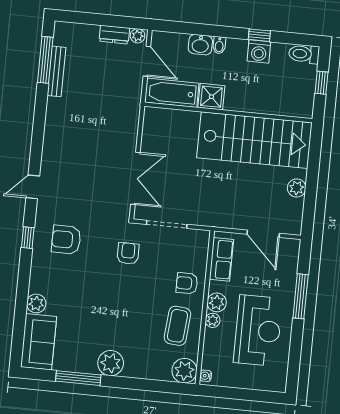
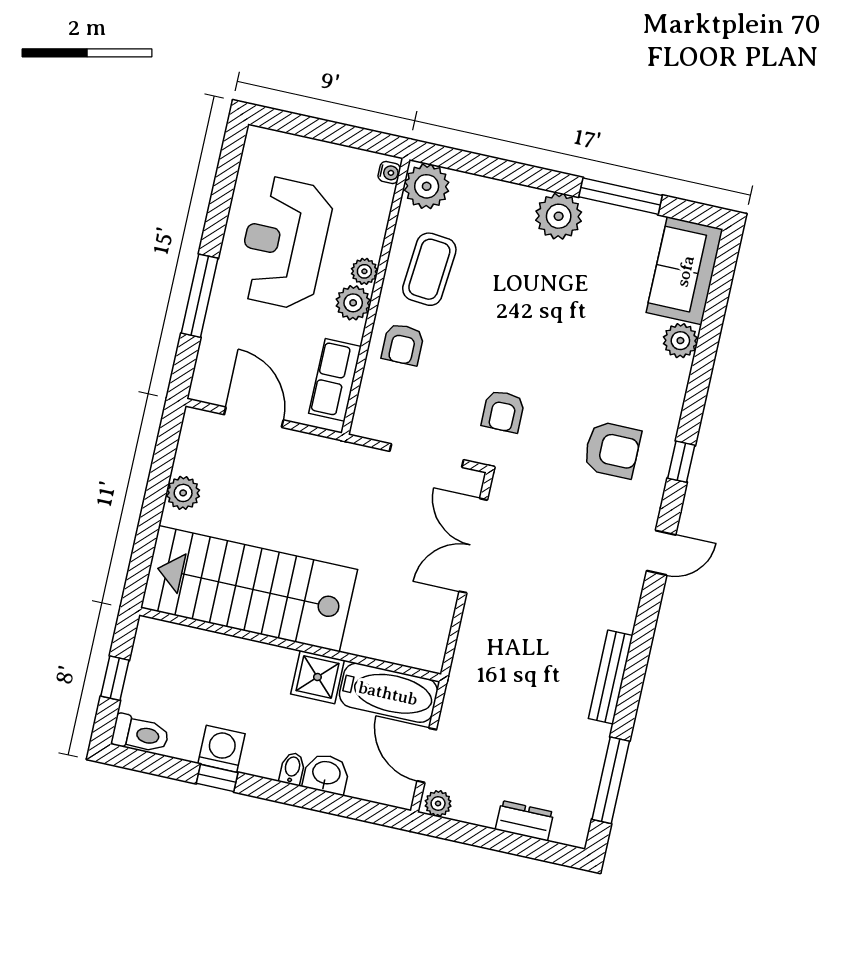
dresser: (114, 35) -> (524, 821), moved
bench: (56, 71) -> (611, 677), moved
armchair: (187, 283) -> (403, 344), turned 90

